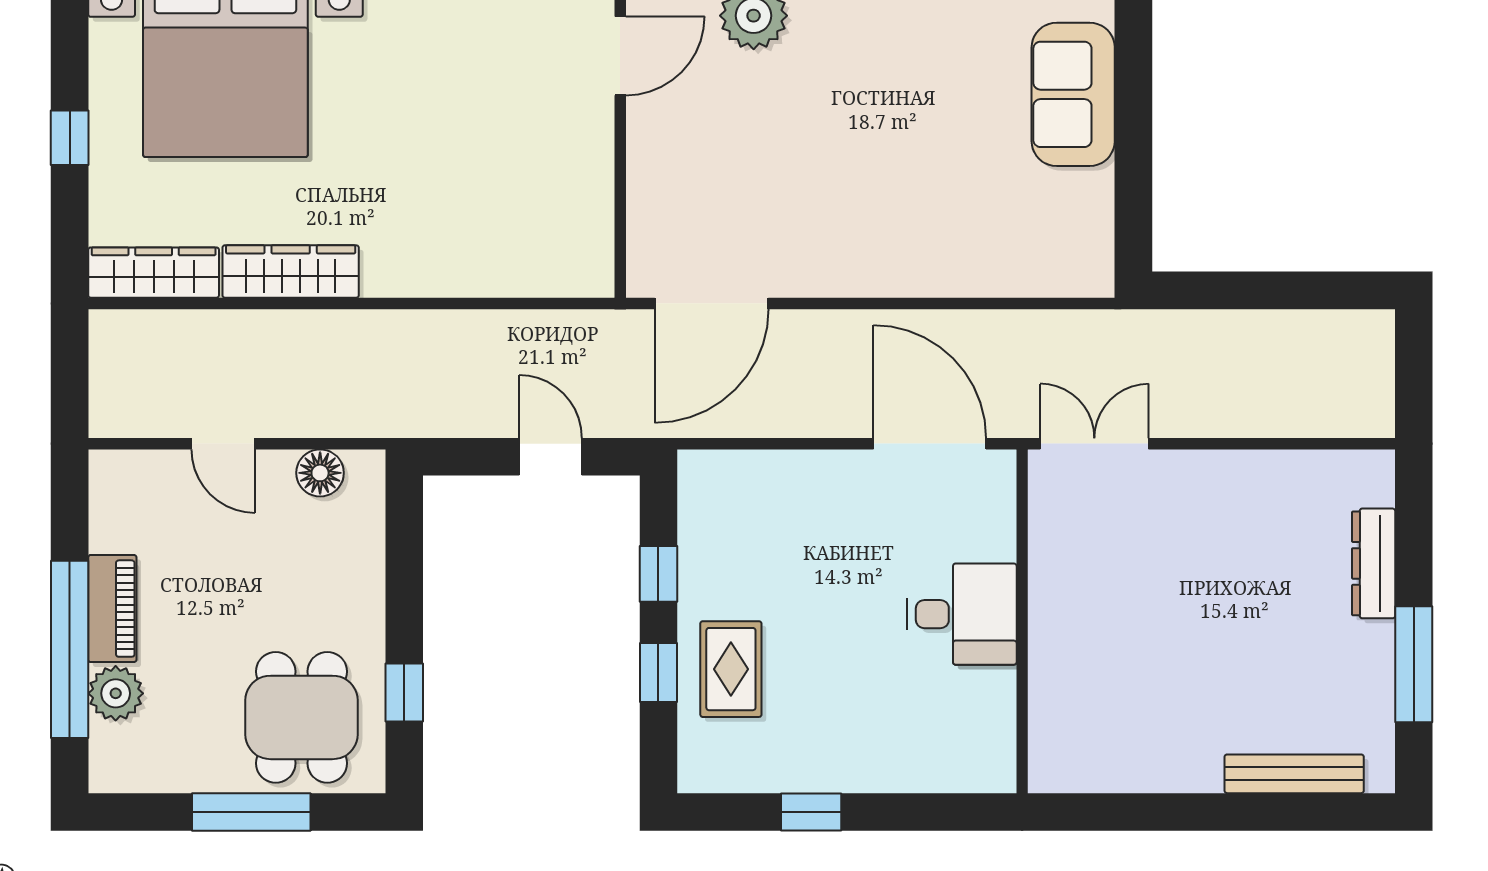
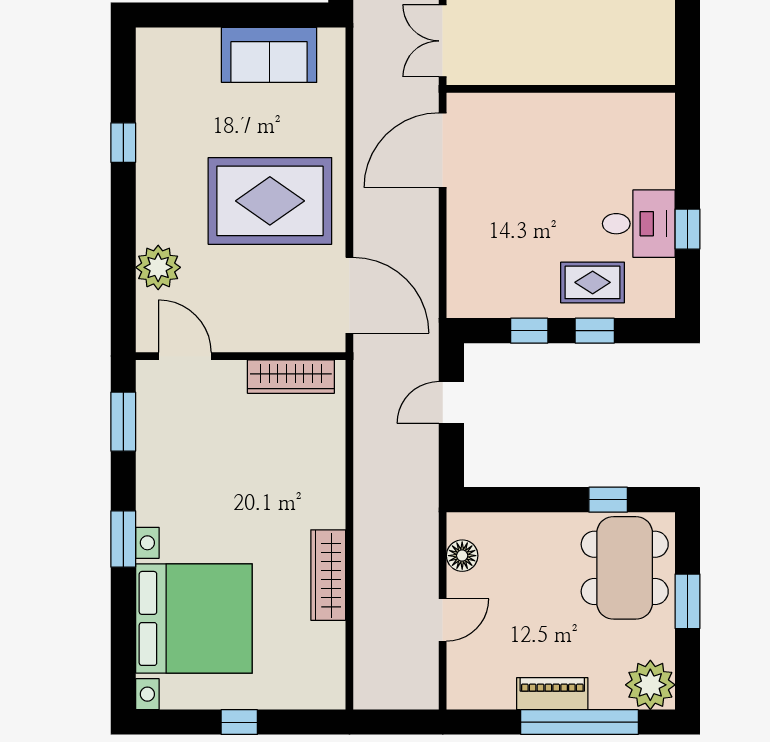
sofa: (1073, 94) -> (269, 55), moved
rug: (854, 184) -> (270, 201), added
wardrobe: (154, 273) -> (291, 377), moved, turned -90
desk: (962, 614) -> (639, 224), moved, turned 90
plant: (116, 693) -> (650, 685), moved, width x1.36, depth x1.36
dining table: (302, 717) -> (625, 568), width x1.37
window: (251, 812) -> (688, 601), width x0.69

